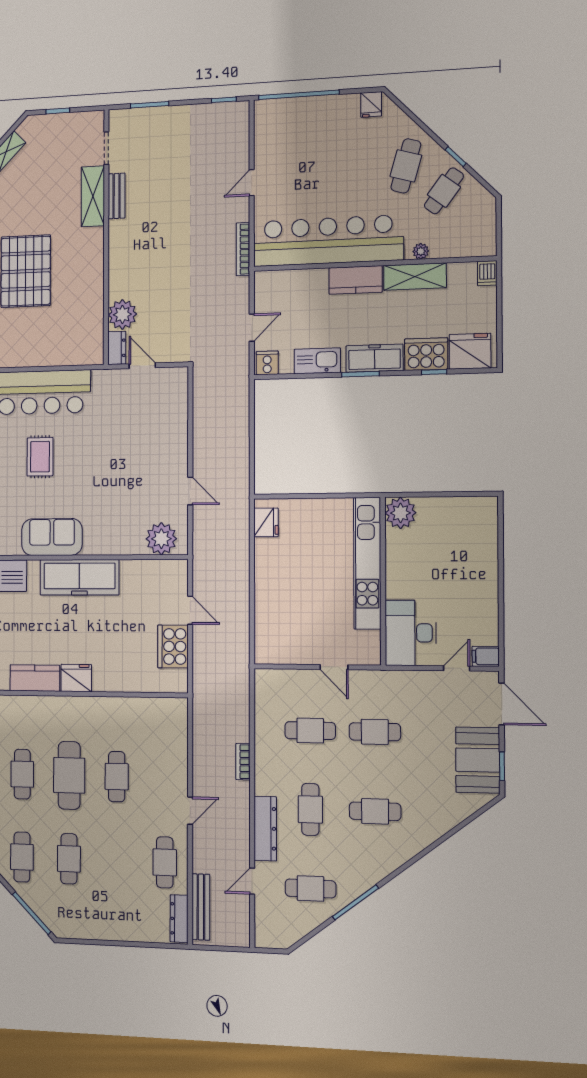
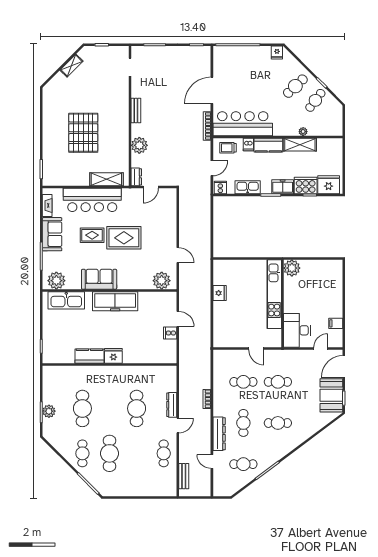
cafe table: (406, 166) -> (295, 86), turned 31
door: (252, 183) -> (212, 90), width x1.87
shelving: (93, 196) -> (106, 179), moved, turned 90
bench: (117, 196) -> (136, 111), moved
bar counter: (328, 241) -> (243, 124), width x0.73
dishwasher: (487, 273) -> (248, 144), moved
trolley: (281, 288) -> (228, 148), added
plant: (122, 314) -> (139, 145), moved
freezer: (375, 358) -> (283, 187), width x0.71
door: (142, 366) -> (151, 187), swing flipped
rug: (40, 457) -> (92, 235), turned 90
rug: (95, 460) -> (124, 238), added
fridge: (266, 522) -> (220, 293), moved
cooker: (173, 646) -> (170, 333), width x0.53, depth x0.76
filing cabinet: (486, 656) -> (336, 323), moved
door: (502, 704) -> (344, 366), swing flipped
cafe table: (22, 774) -> (82, 408), width x1.37, depth x1.35
cafe table: (69, 775) -> (110, 408), removed
cafe table: (117, 777) -> (137, 408), width x1.37, depth x1.35
cafe table: (69, 859) -> (110, 453), width x1.37, depth x1.35
door: (252, 881) -> (212, 461), hinge flipped
bench: (201, 907) -> (184, 476), width x0.73
dresser: (179, 919) -> (172, 405), moved

